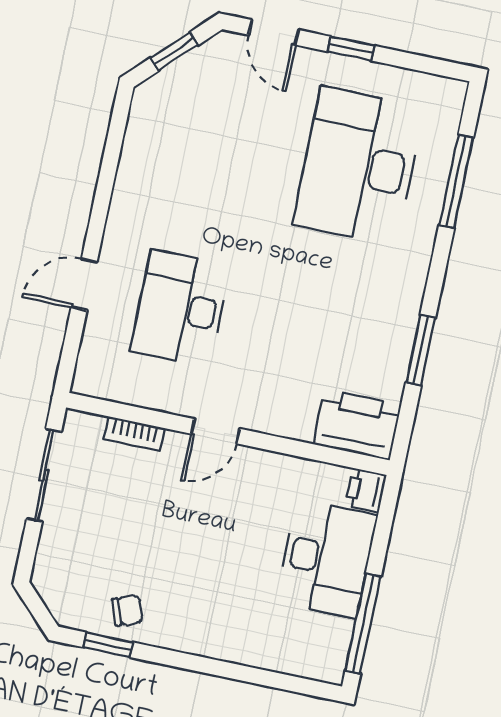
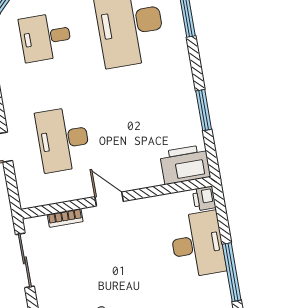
desk: (217, 136) -> (45, 37), added
door: (215, 431) -> (109, 199), swing flipped

